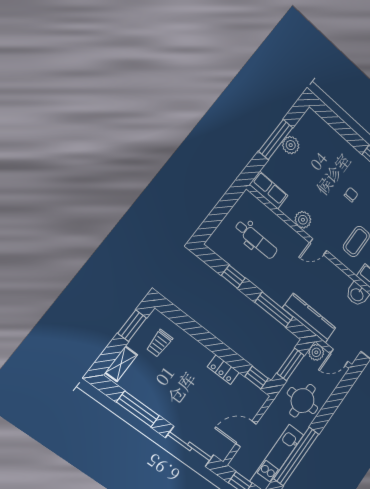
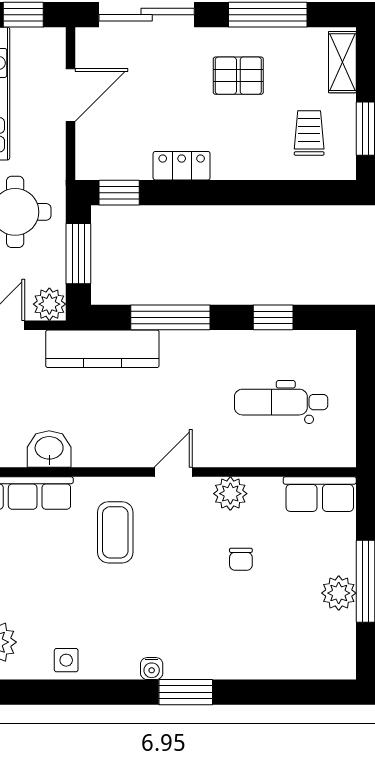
chair: (351, 195) -> (241, 559), moved
pallet: (171, 391) -> (238, 76), added

